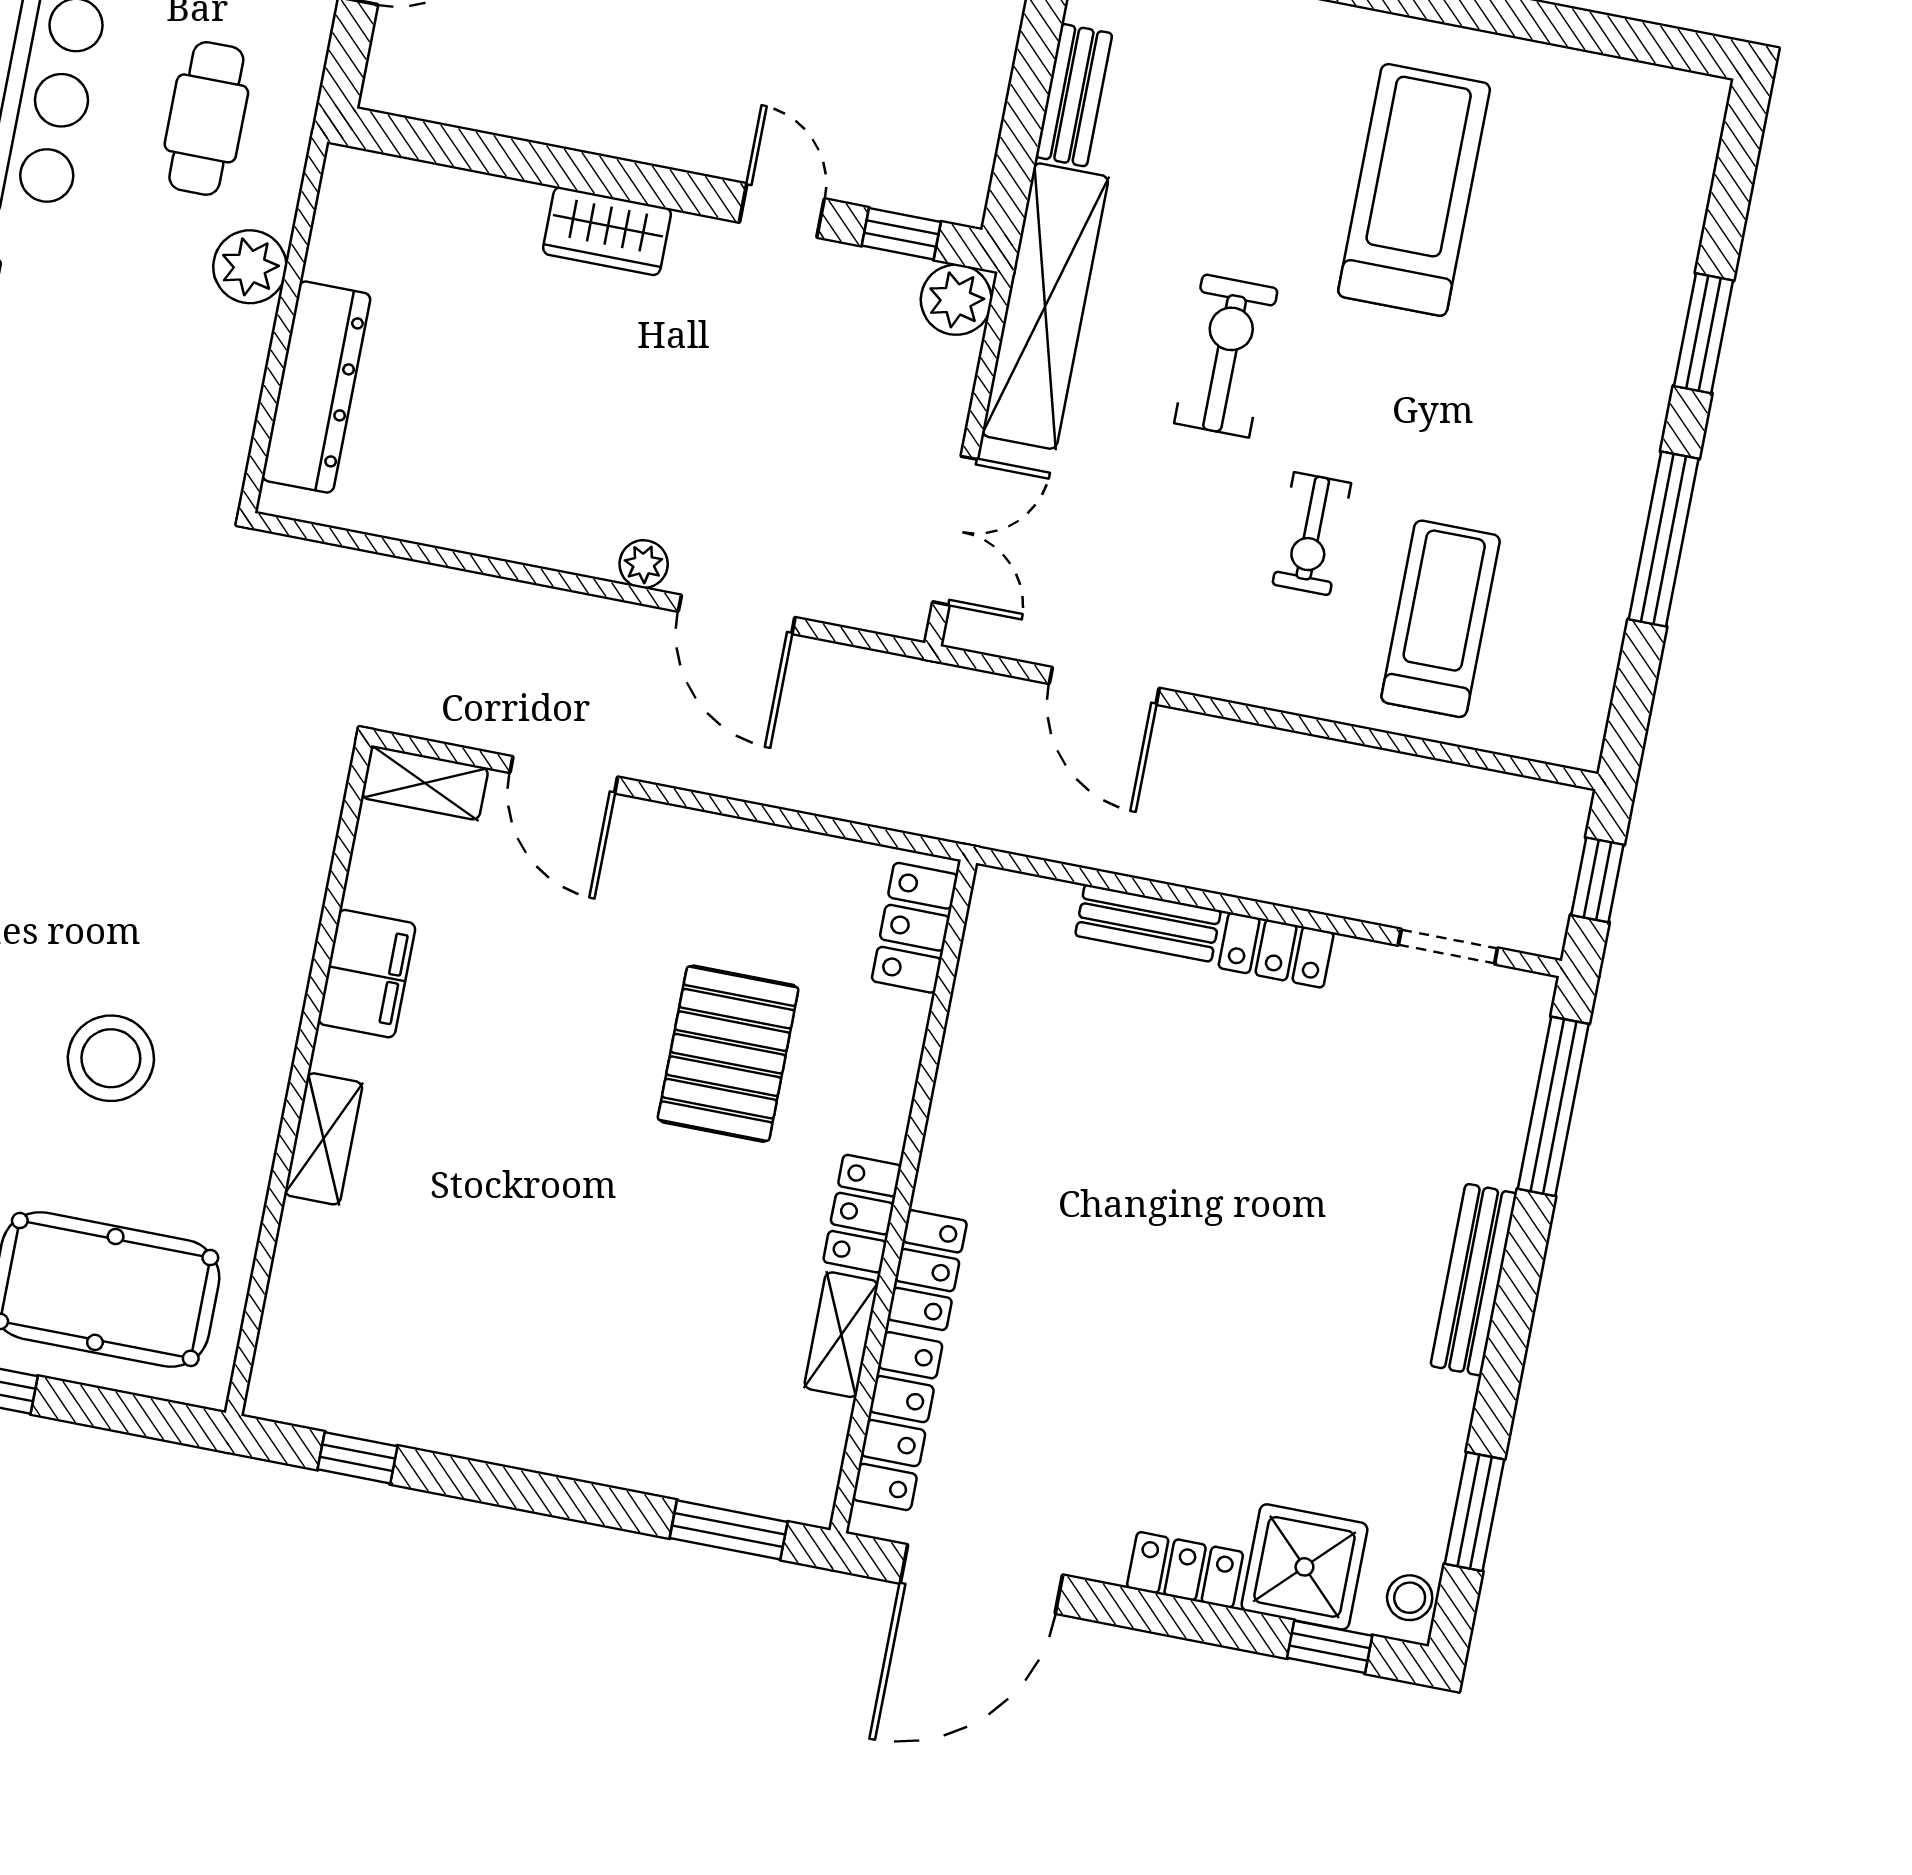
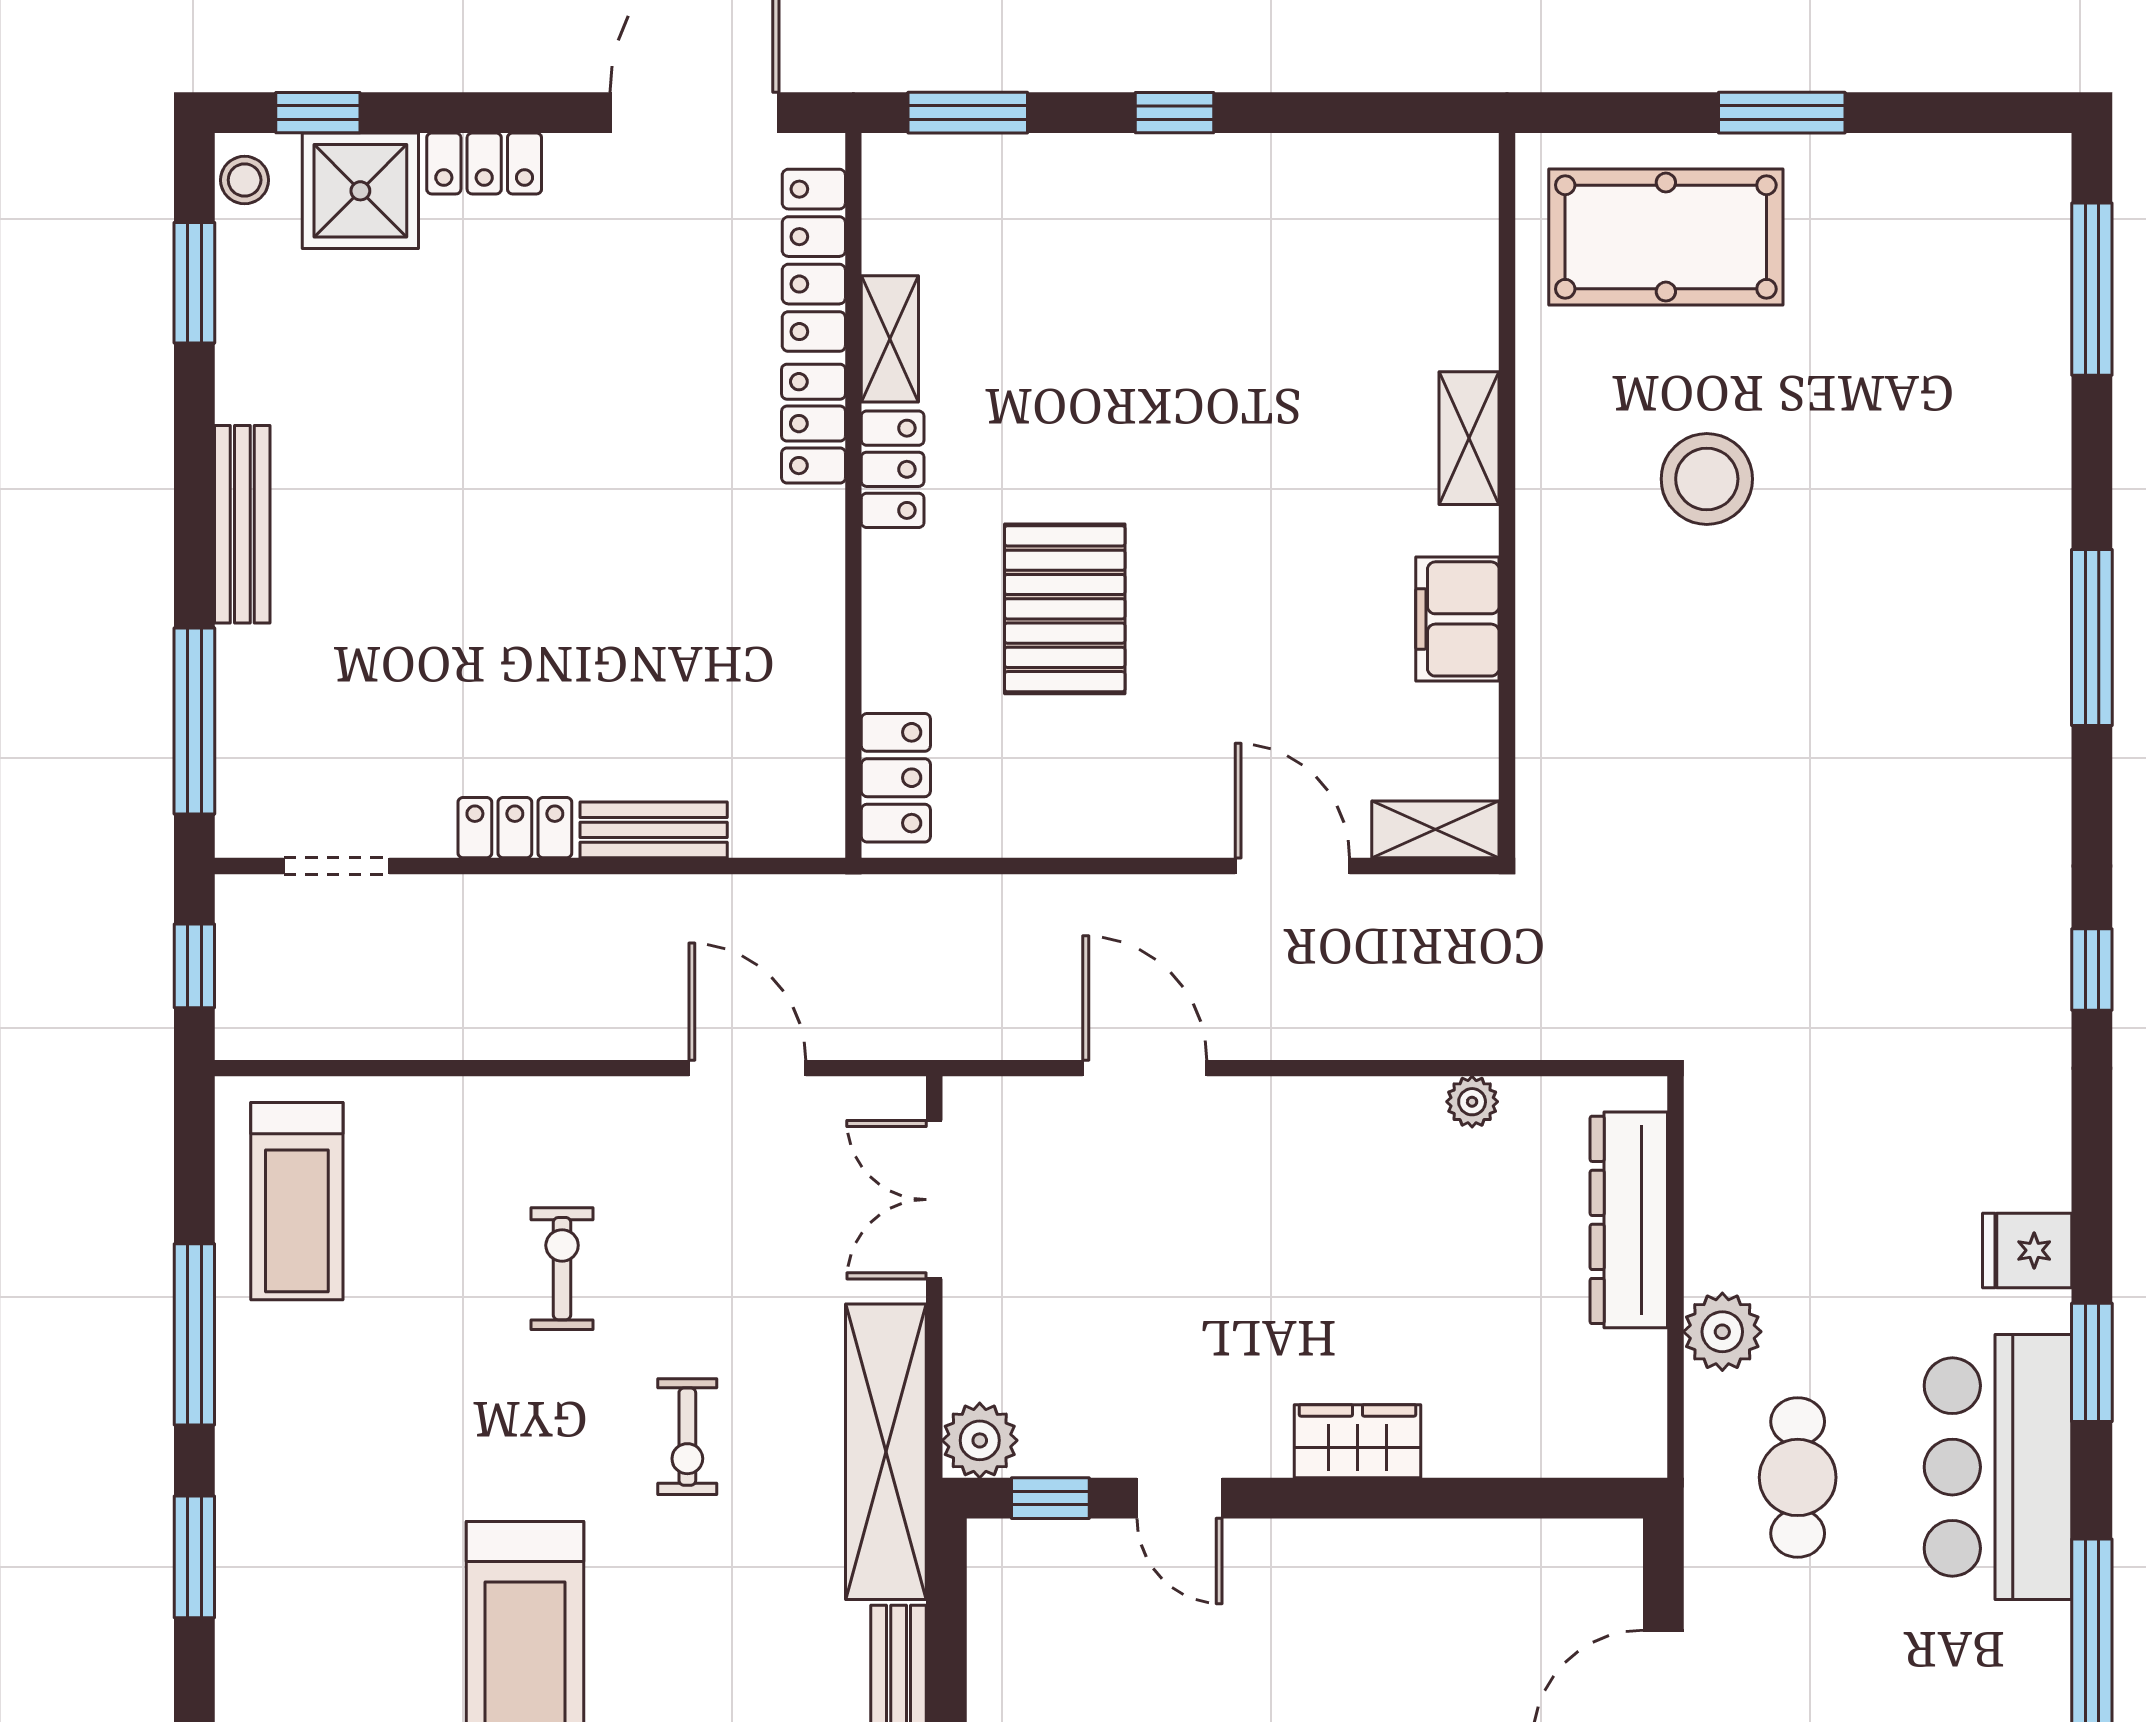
exercise bike: (1226, 356) -> (687, 1437), width x0.73, depth x0.72
plant: (644, 564) -> (1472, 1102), moved
treadmill: (1441, 619) -> (297, 1201), moved
window: (357, 1458) -> (1175, 113), moved

